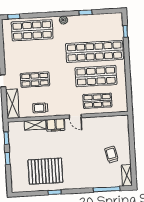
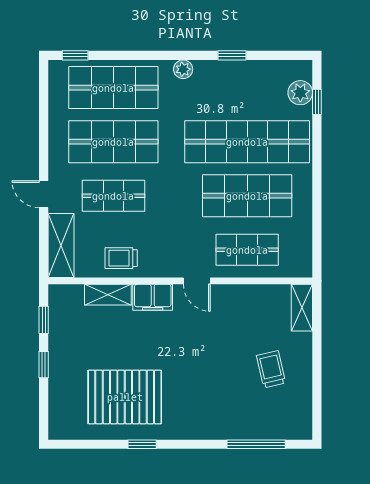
plant: (118, 28) -> (300, 93), added
shop shelf: (34, 55) -> (113, 142), added
shelving: (127, 175) -> (302, 308), moved

